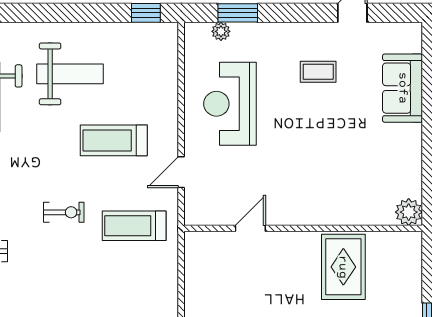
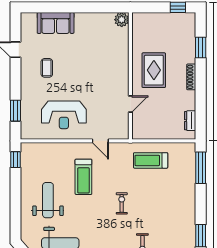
plant: (221, 31) -> (25, 120), removed
treadmill: (134, 226) -> (151, 160), moved, turned 90
door: (250, 228) -> (130, 104), swing flipped
rug: (343, 267) -> (154, 70), moved, turned 90

